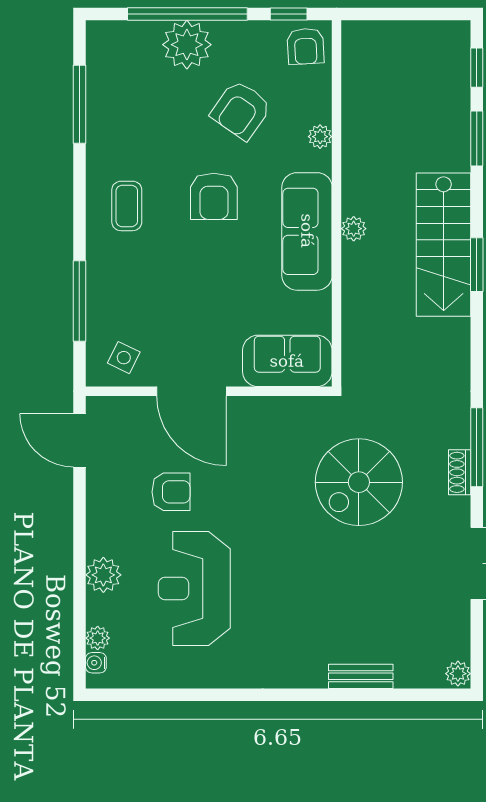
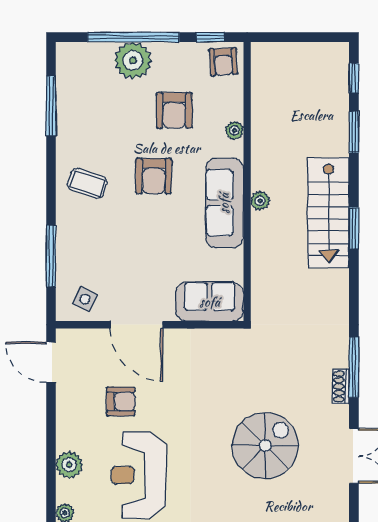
armchair: (241, 110) -> (174, 110), turned -35
coffee table: (127, 206) -> (87, 183), turned -72
spiral stairs: (359, 482) -> (265, 446), moved, turned 180

